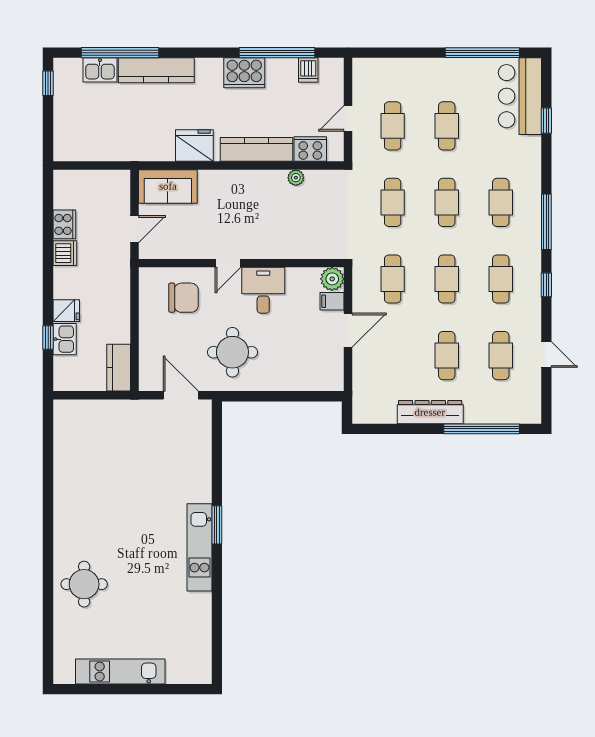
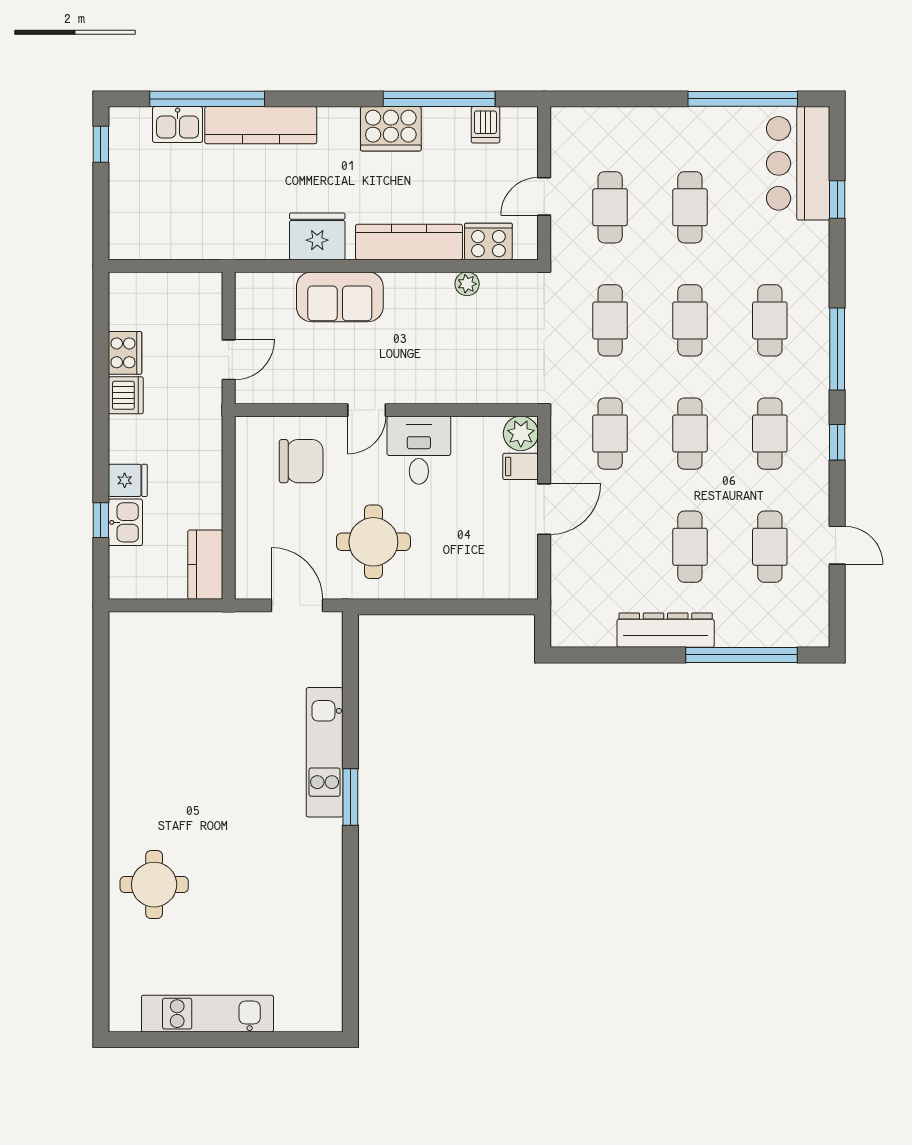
sofa: (168, 186) -> (340, 297), moved
kitchen unit: (199, 547) -> (325, 752), moved

